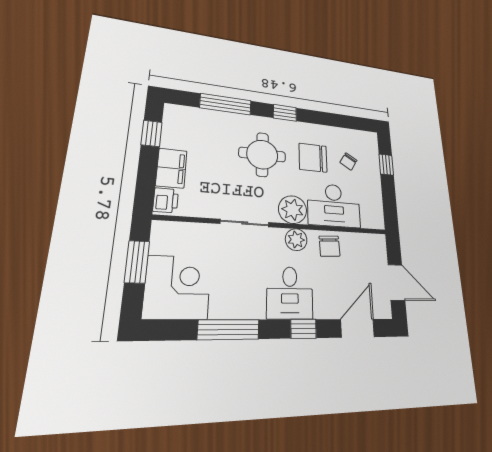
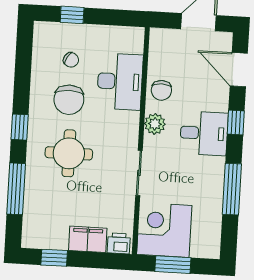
plant: (293, 210) -> (125, 126), removed
chair: (329, 246) -> (161, 90), turned 93
corner desk: (177, 287) -> (164, 230), moved

